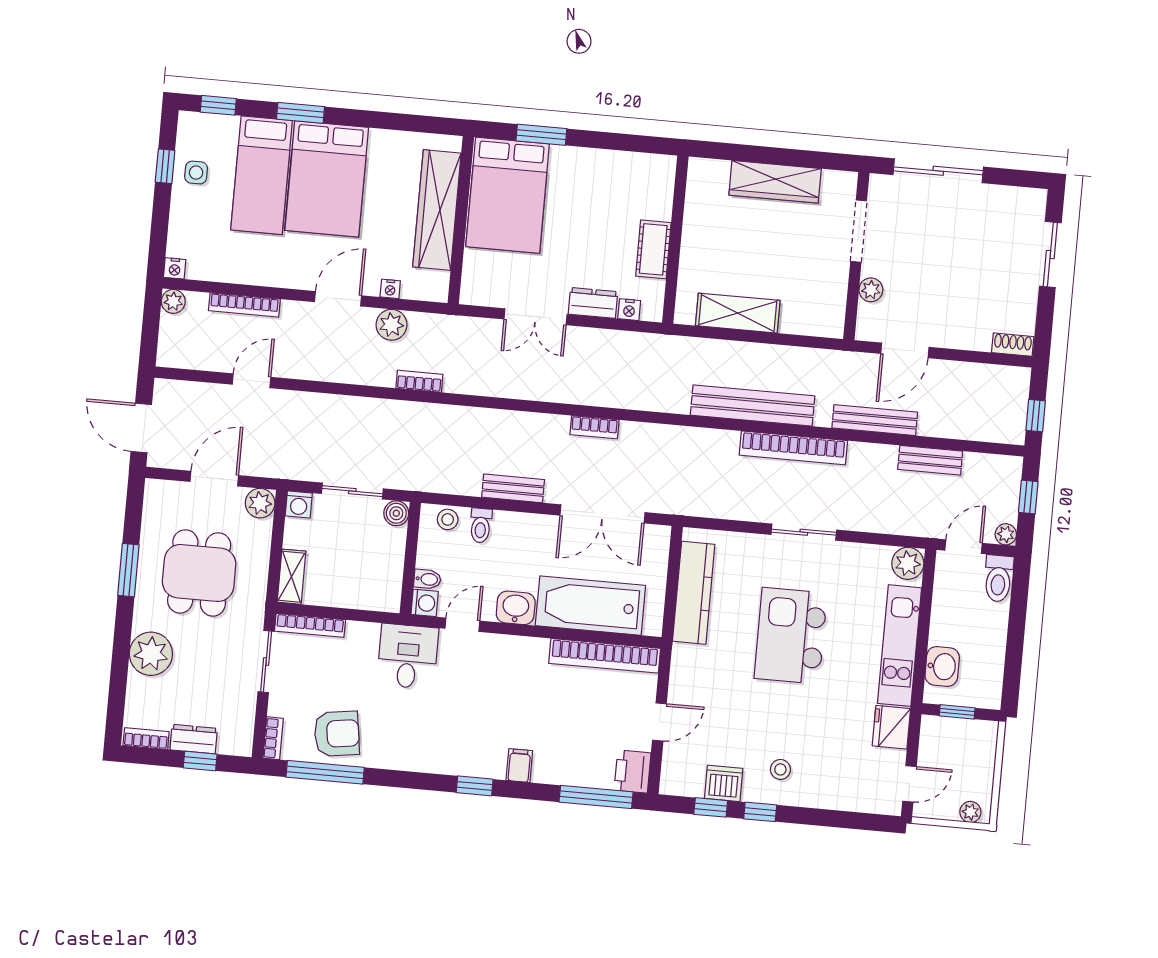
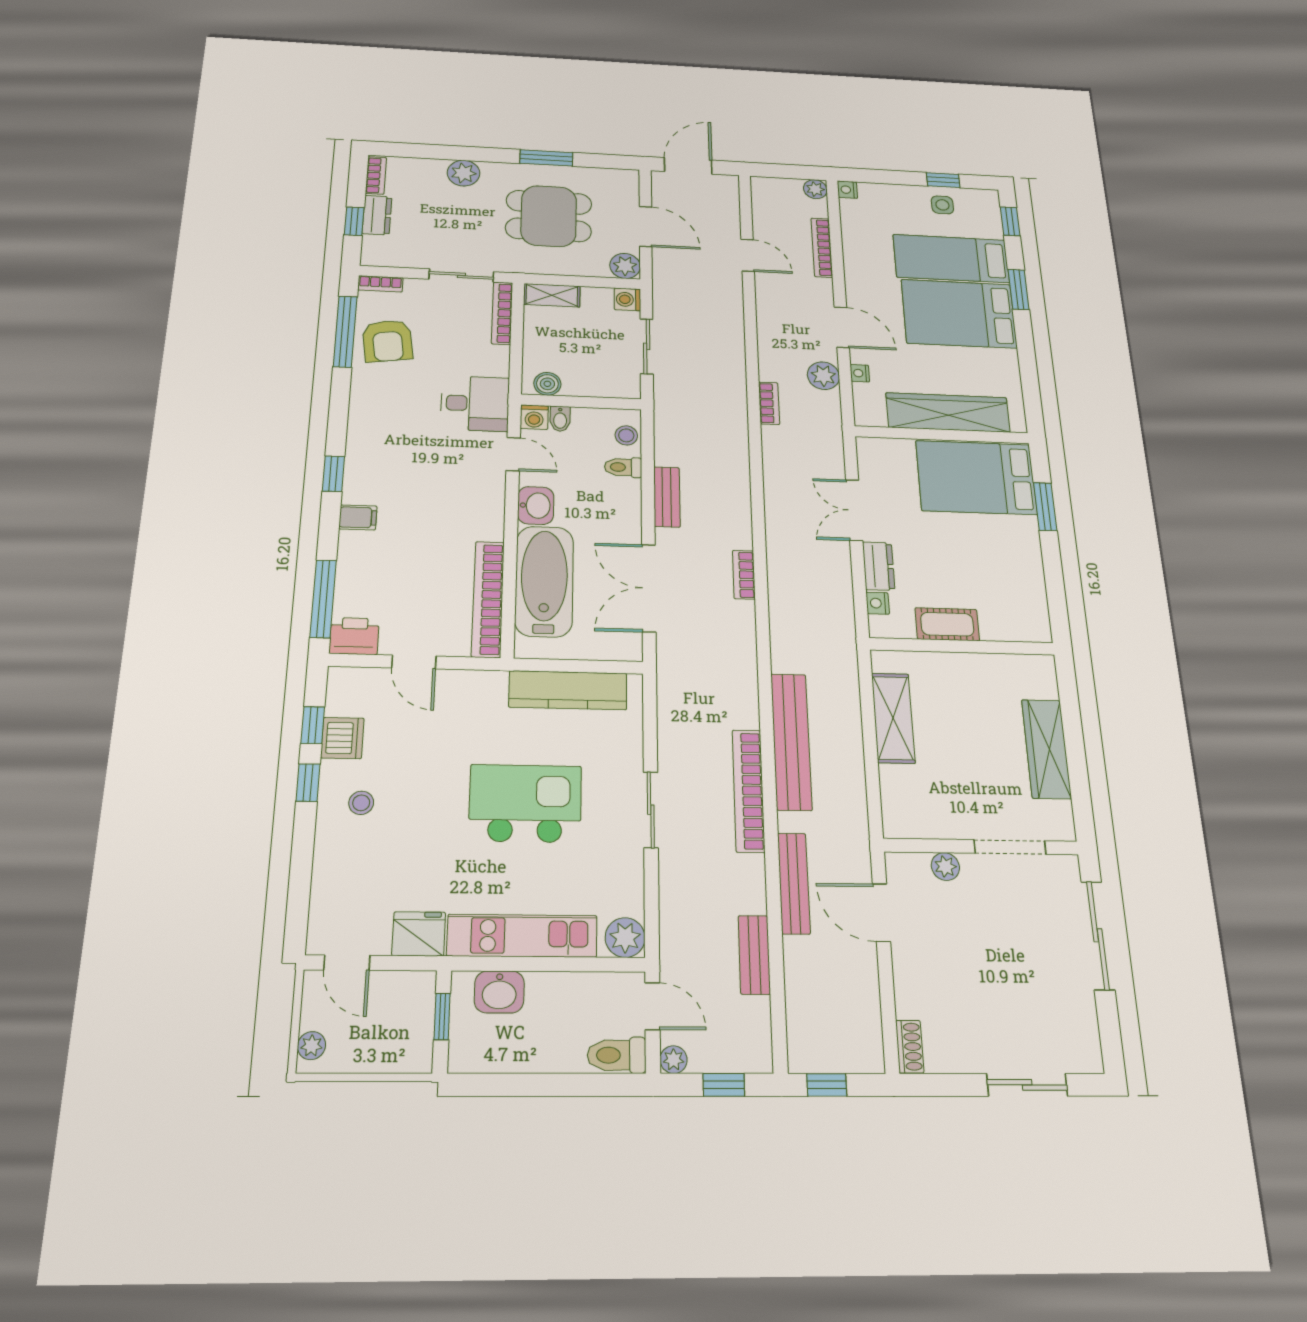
boiler: (396, 513) -> (547, 384), moved
plant: (151, 654) -> (464, 173), width x0.73, depth x0.73

